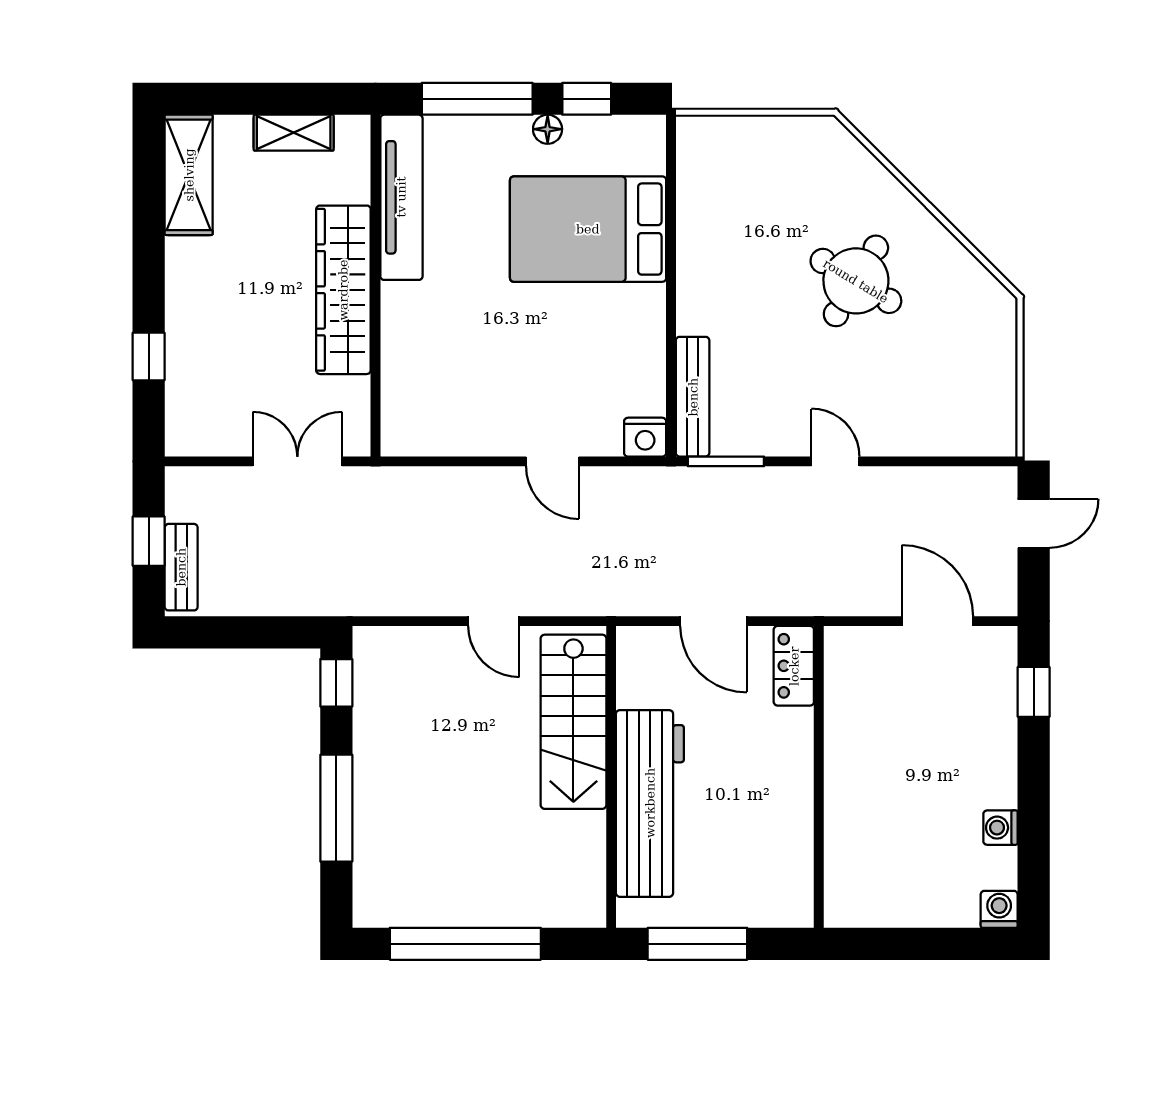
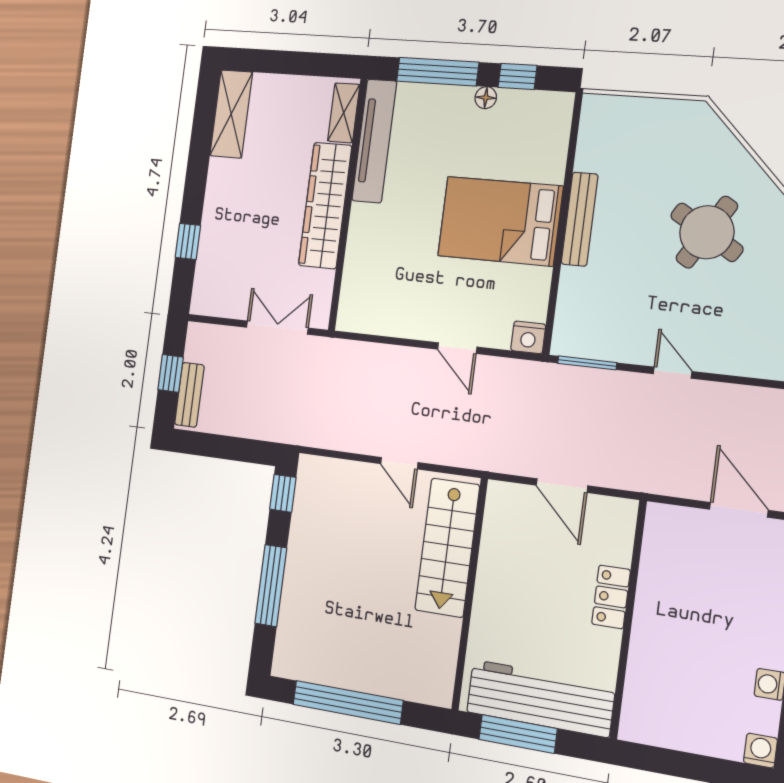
shelving: (294, 133) -> (344, 113), moved, turned 90
bed: (588, 229) -> (500, 221), moved
bench: (693, 397) -> (580, 219), moved
locker: (794, 666) -> (611, 597), moved
workbench: (650, 803) -> (540, 698), moved, turned -90

